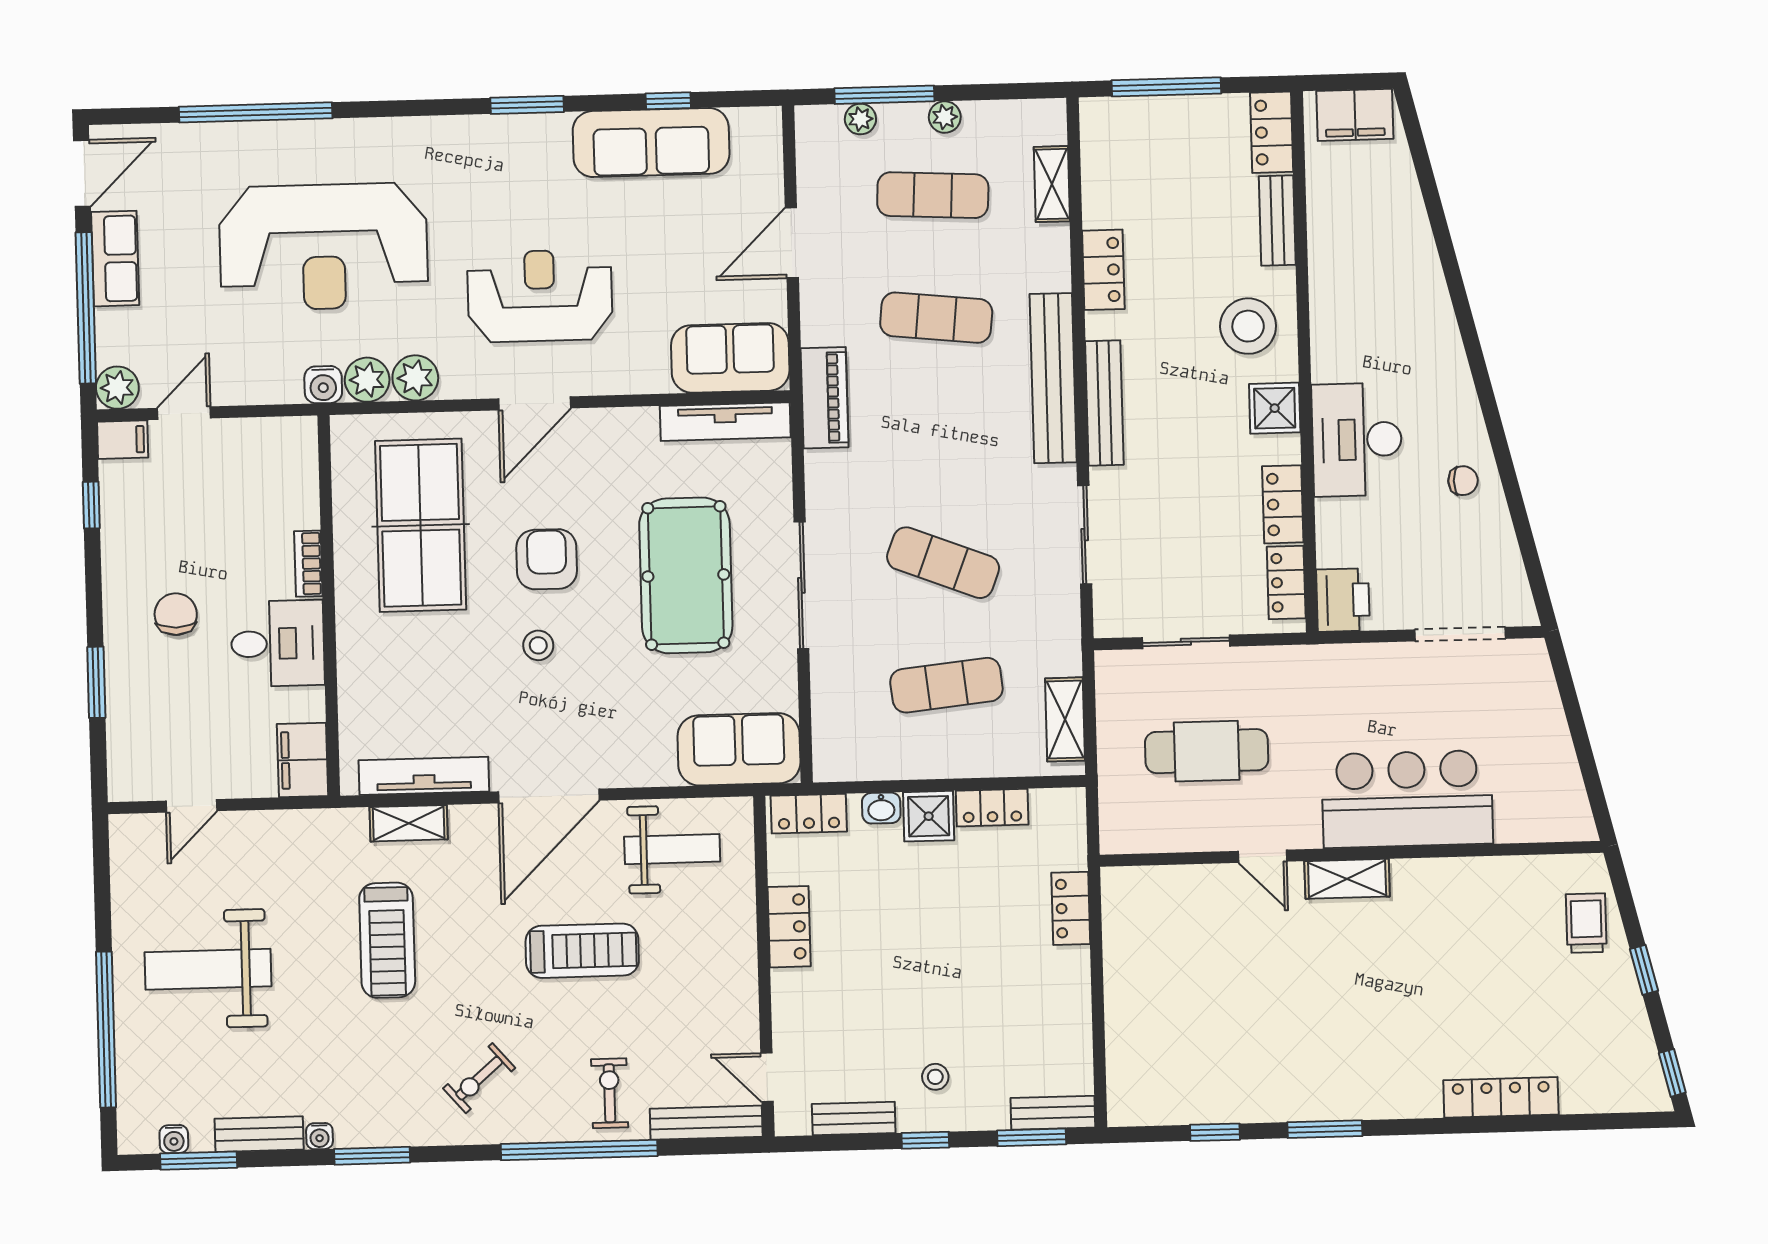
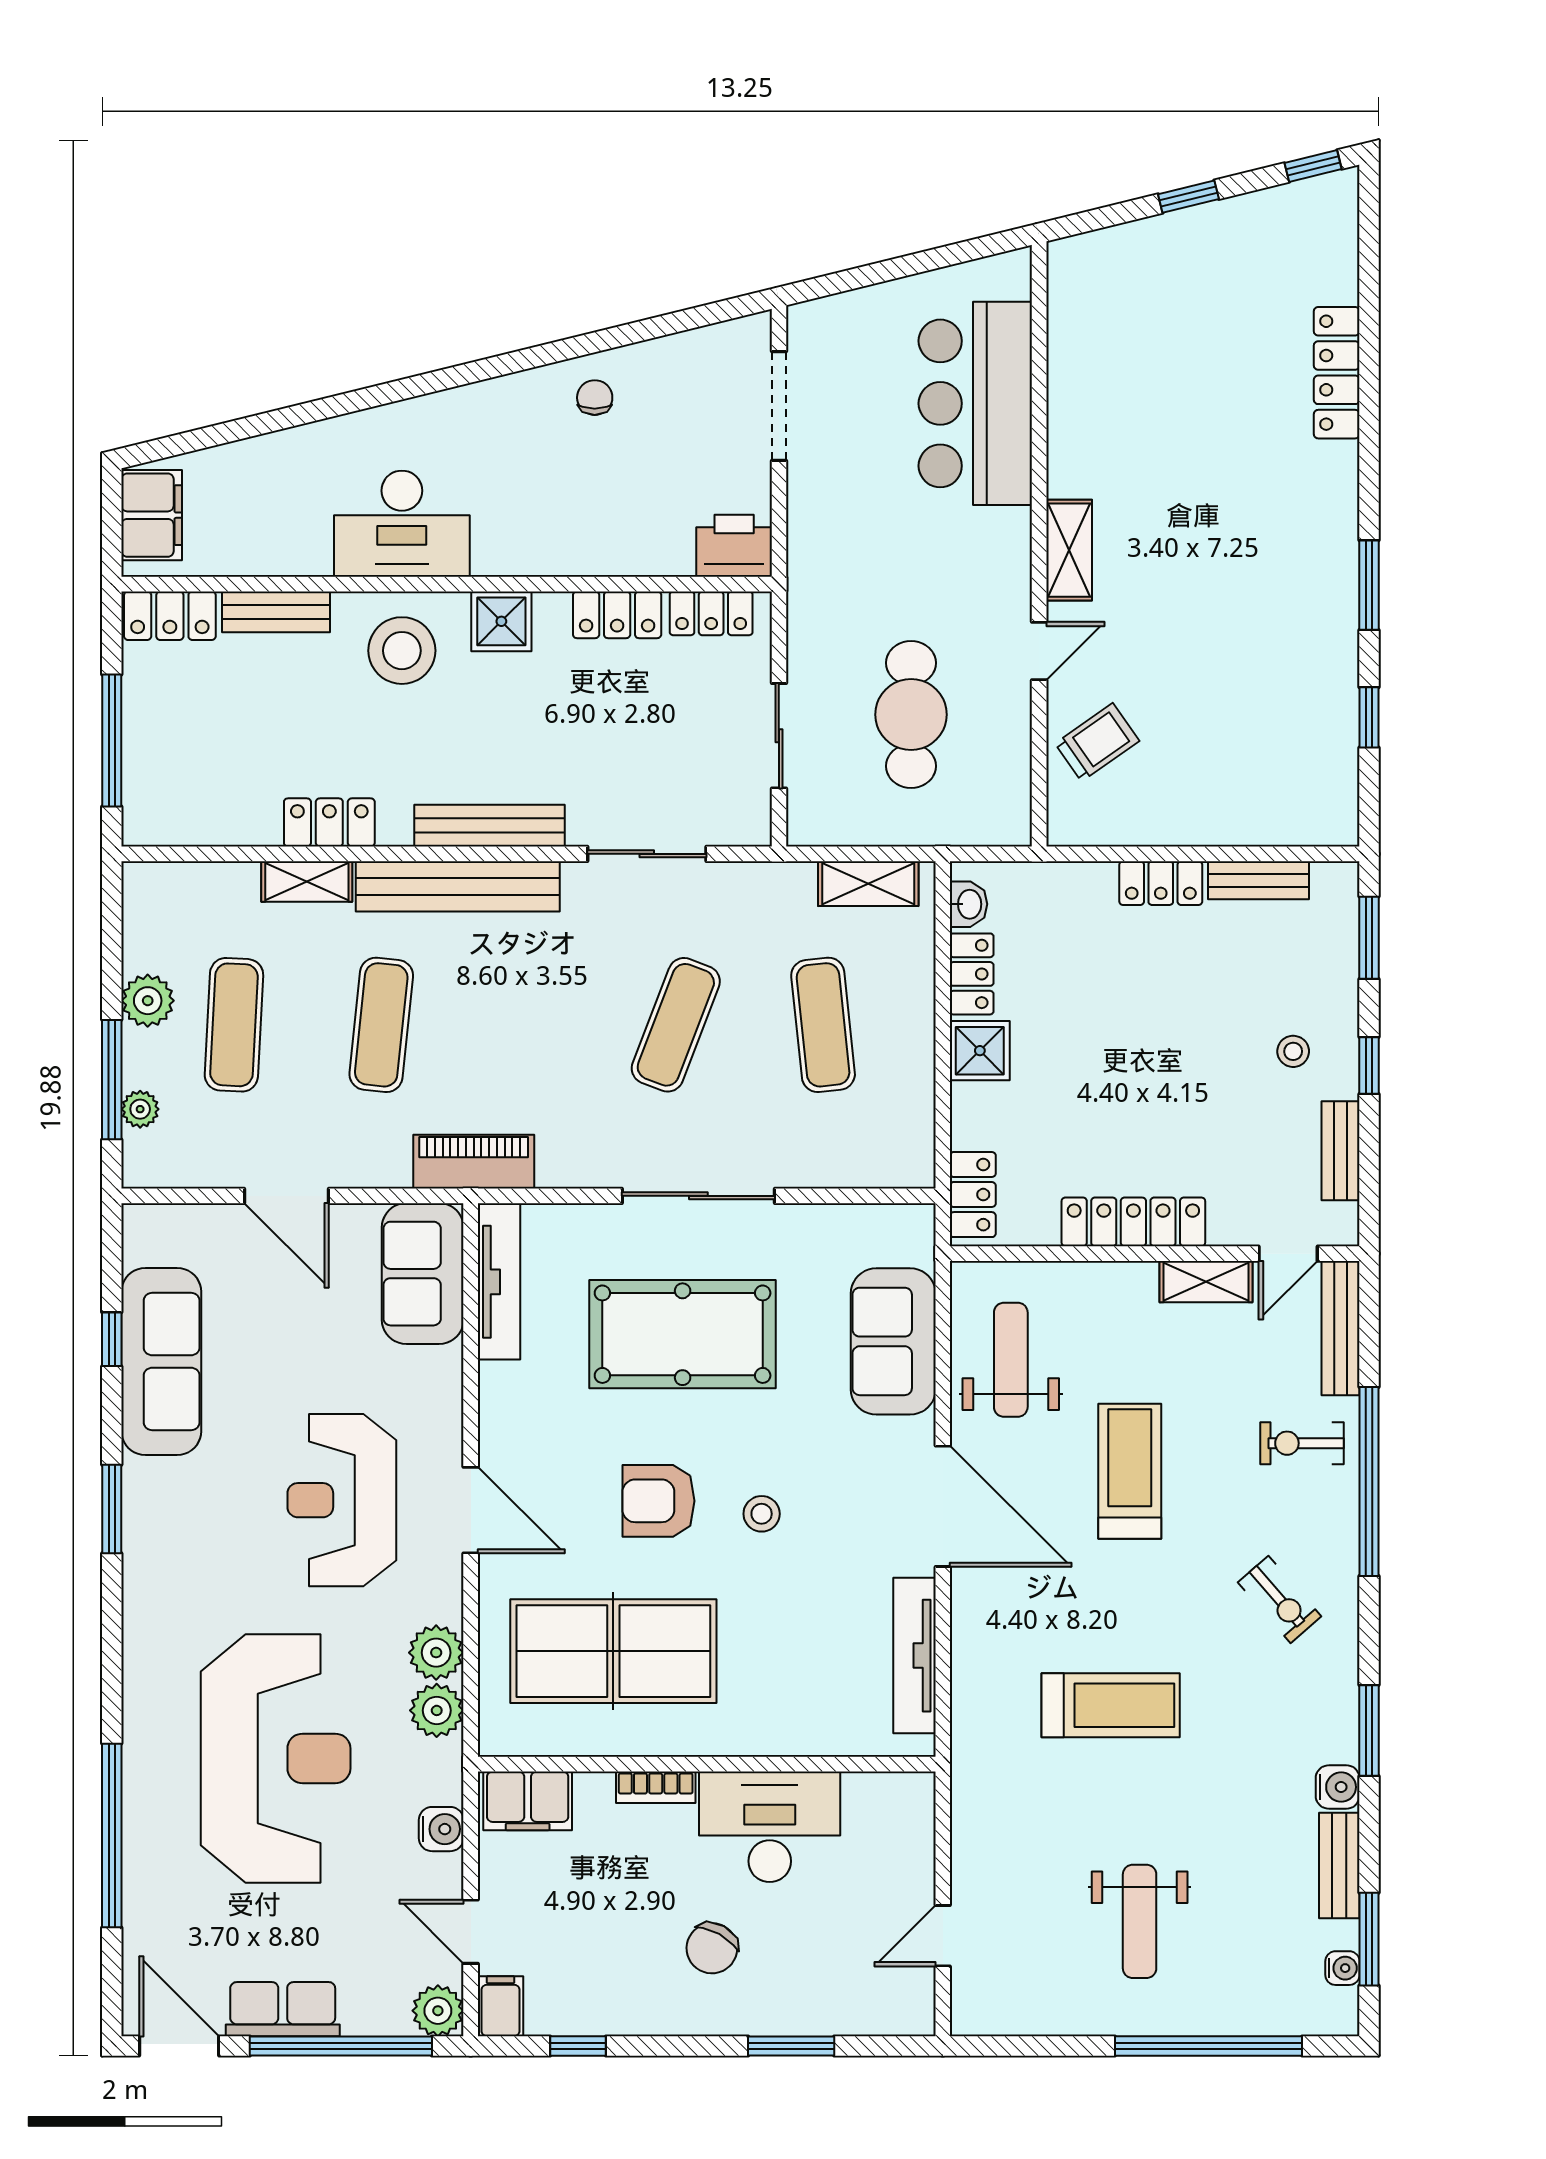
plant: (945, 117) -> (148, 1001), width x1.38, depth x1.38
shelving: (1052, 184) -> (307, 881), moved
water cooler: (323, 385) -> (441, 1829), moved
desk: (1357, 440) -> (402, 524), moved
chair: (176, 614) -> (712, 1948), turned -61
desk: (278, 643) -> (770, 1827), width x1.37
sofa: (739, 749) -> (893, 1341), moved
filing cabinet: (303, 760) -> (528, 1801), moved
bar counter: (1407, 799) -> (975, 403), moved
door: (191, 806) -> (943, 1936), swing flipped
washbasin: (881, 808) -> (968, 904), moved
shelving: (409, 823) -> (1206, 1282), moved, turned 90
locker: (1071, 908) -> (1161, 883), moved
trolley: (1586, 923) -> (1097, 742), moved, turned 145
locker: (789, 927) -> (1133, 1222), width x1.53
weight bench: (208, 969) -> (1140, 1921), width x0.73, depth x0.75
bench: (1053, 1113) -> (1259, 880), moved, turned 90
water cooler: (320, 1136) -> (1338, 1787), width x1.38, depth x1.38

